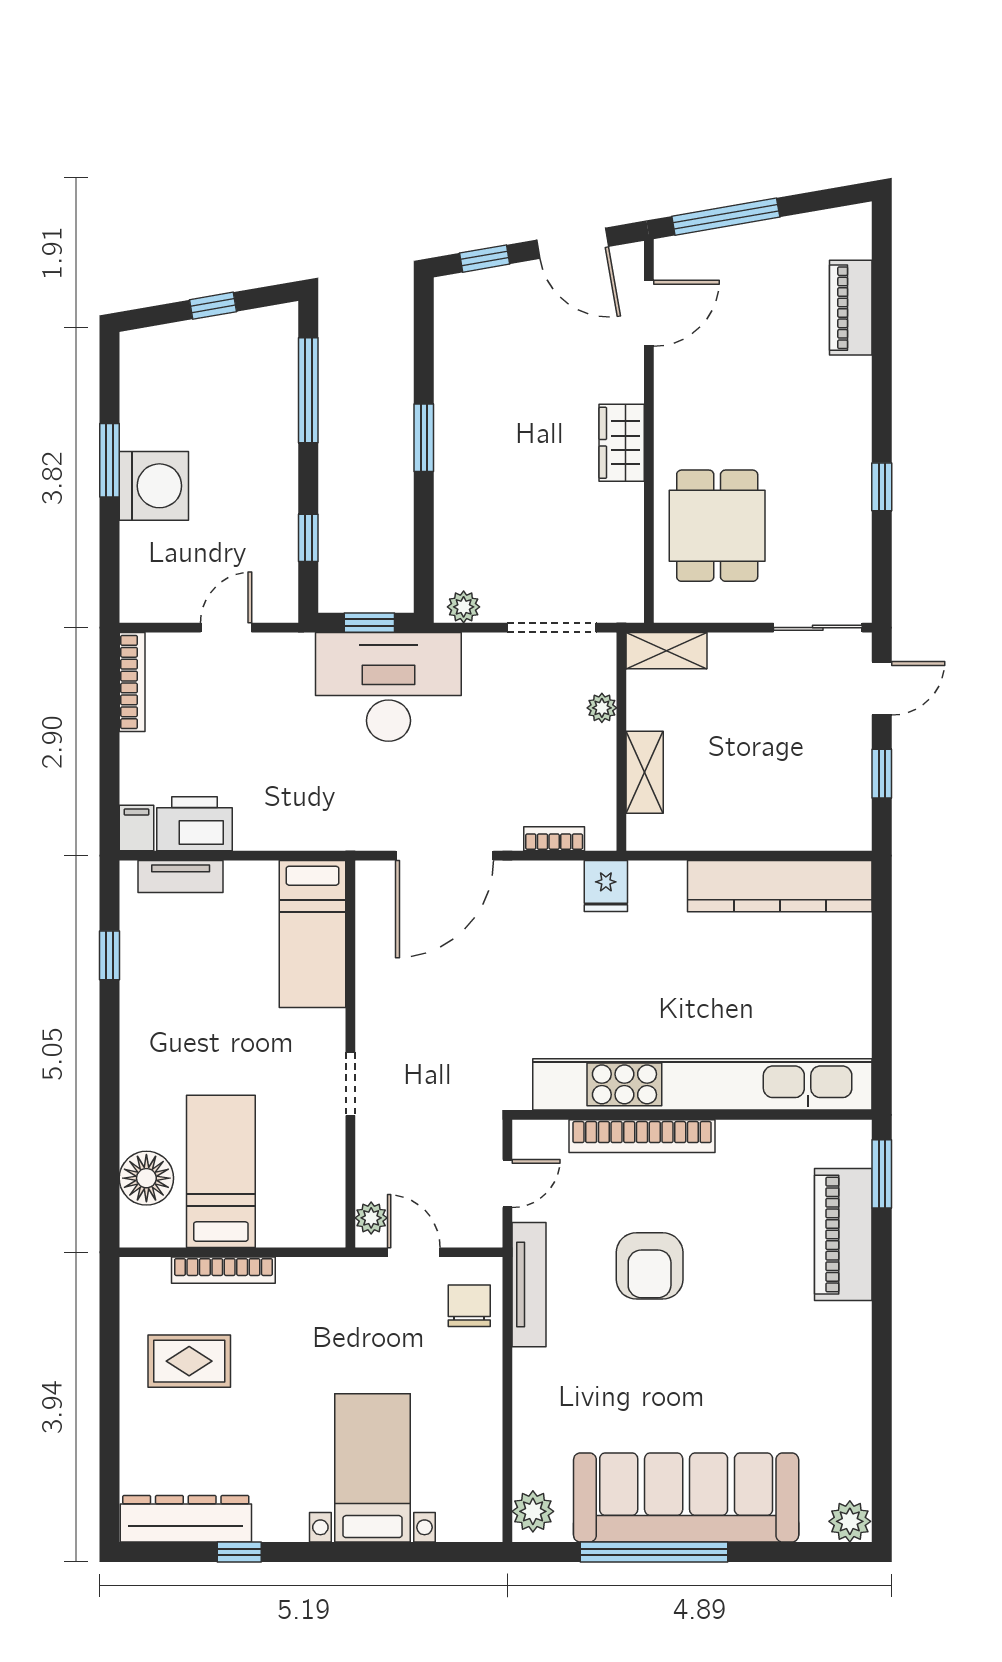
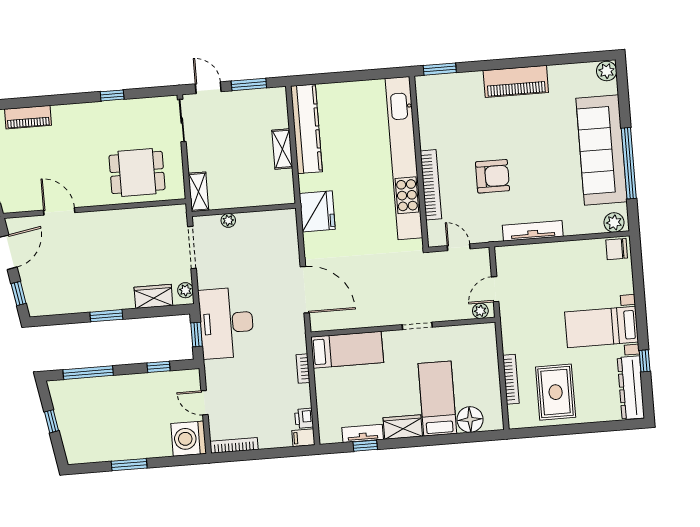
door: (649, 313) -> (59, 211), moved
wardrobe: (622, 443) -> (153, 296), moved, turned 180
washing machine: (154, 486) -> (189, 439), moved, turned -90
shelving: (645, 772) -> (282, 149), moved, turned 90
window: (882, 774) -> (249, 84), width x1.50
printer: (194, 824) -> (304, 418), width x0.53, depth x0.68
bookcase: (554, 839) -> (303, 369), moved
tv unit: (181, 876) -> (363, 433), moved, turned -90
fridge: (606, 886) -> (317, 211), width x1.88, depth x1.34
wardrobe: (142, 1037) -> (403, 427), added
bed: (221, 1171) -> (437, 399), moved, turned 90
piano: (843, 1235) -> (516, 81), moved
tv unit: (529, 1285) -> (533, 231), moved
chair: (469, 1306) -> (617, 249), moved
rug: (189, 1361) -> (556, 392), width x1.36, depth x1.43
bed with nightstands: (372, 1468) -> (602, 327), moved

